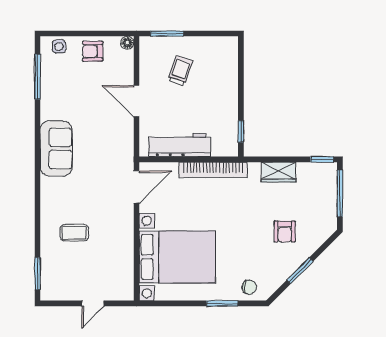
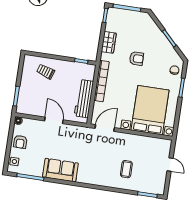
trolley: (180, 71) -> (46, 71), moved
door: (137, 101) -> (54, 120), swing flipped
sofa: (56, 148) -> (60, 170), moved
door: (137, 187) -> (105, 128), hinge flipped
armchair: (285, 232) -> (136, 59), moved

